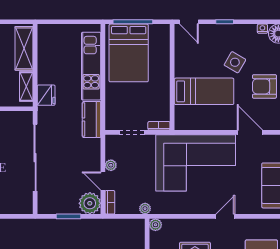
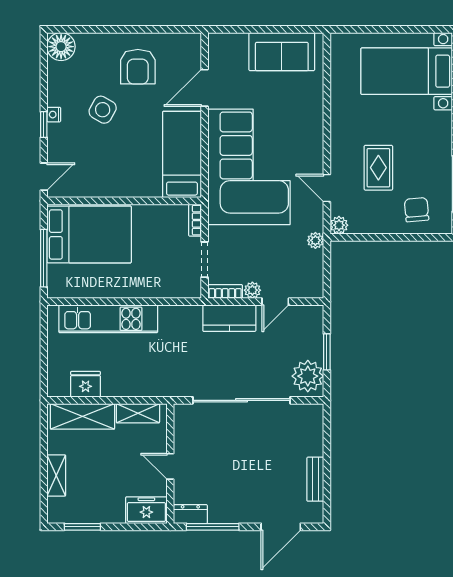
nightstand: (262, 29) -> (54, 115), moved
bed: (129, 53) -> (89, 234), moved
bed: (204, 91) -> (182, 154), moved
fridge: (46, 95) -> (86, 384), moved
kitchen counter: (92, 120) -> (229, 318), moved
bookcase: (110, 202) -> (225, 292), moved
plant: (90, 203) -> (308, 376), moved
door: (225, 216) -> (327, 188), moved

